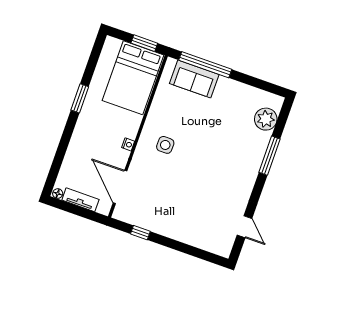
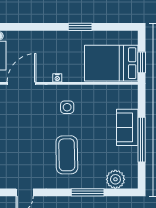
window: (205, 65) -> (142, 140), moved
sofa: (194, 79) -> (127, 127), moved
coffee table: (219, 164) -> (67, 155), added

